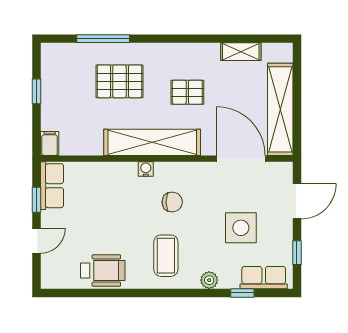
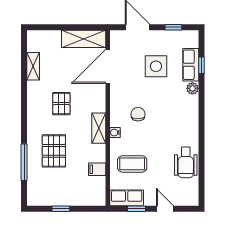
shelving: (280, 109) -> (84, 39), width x0.68
shelving: (152, 142) -> (99, 128), width x0.45, depth x0.75
filing cabinet: (50, 143) -> (97, 169), moved
coffee table: (166, 256) -> (132, 164), moved
wheelchair: (103, 270) -> (186, 163), turned 180
row of seats: (264, 278) -> (191, 65), moved

